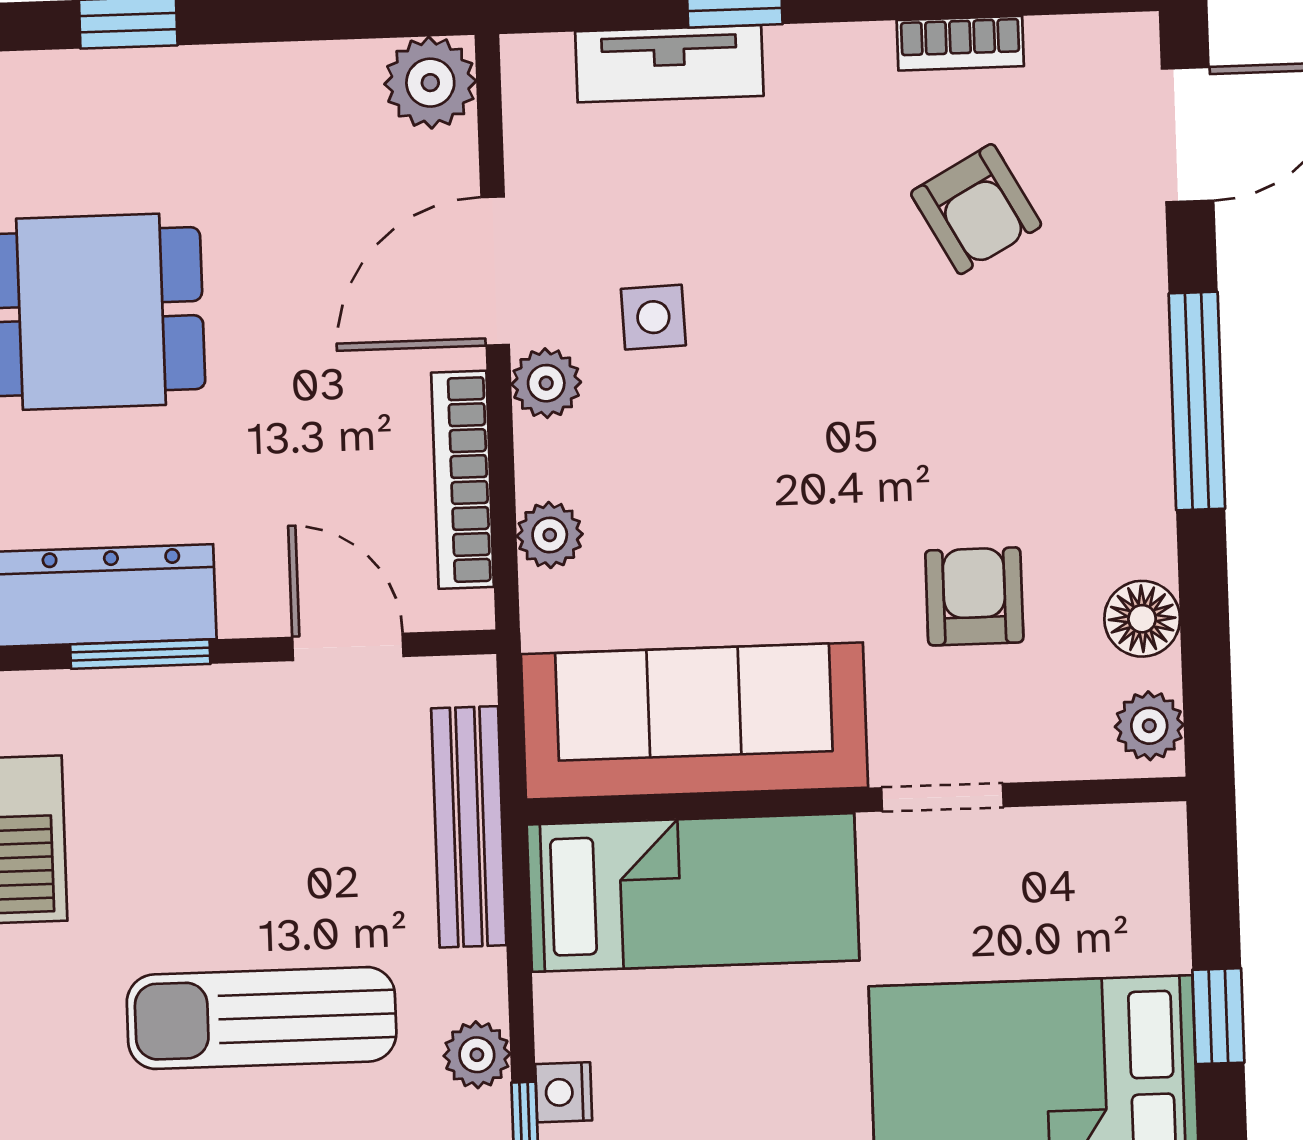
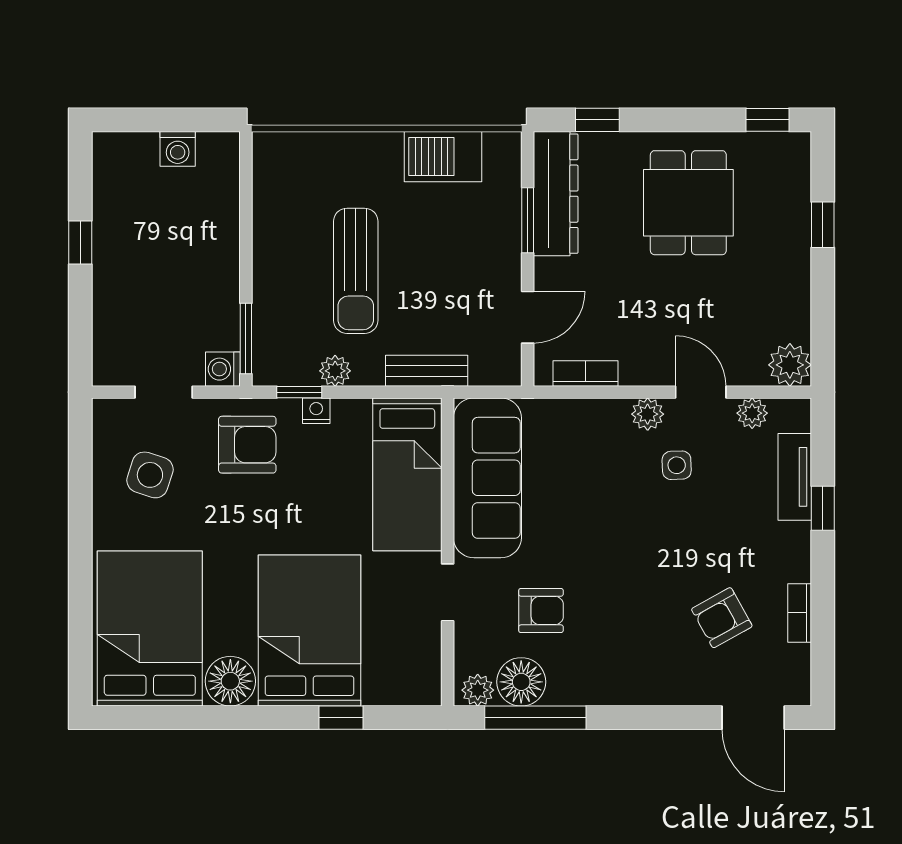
door: (495, 271) -> (701, 392), width x0.73
window: (1197, 401) -> (535, 718), moved
bookcase: (463, 480) -> (586, 373), width x0.64
plant: (550, 535) -> (752, 413), moved
floor lamp: (1142, 619) -> (521, 682), width x1.38, depth x1.38
bench: (469, 827) -> (427, 371), width x0.73
sun lounger: (262, 1018) -> (356, 271), turned 180

